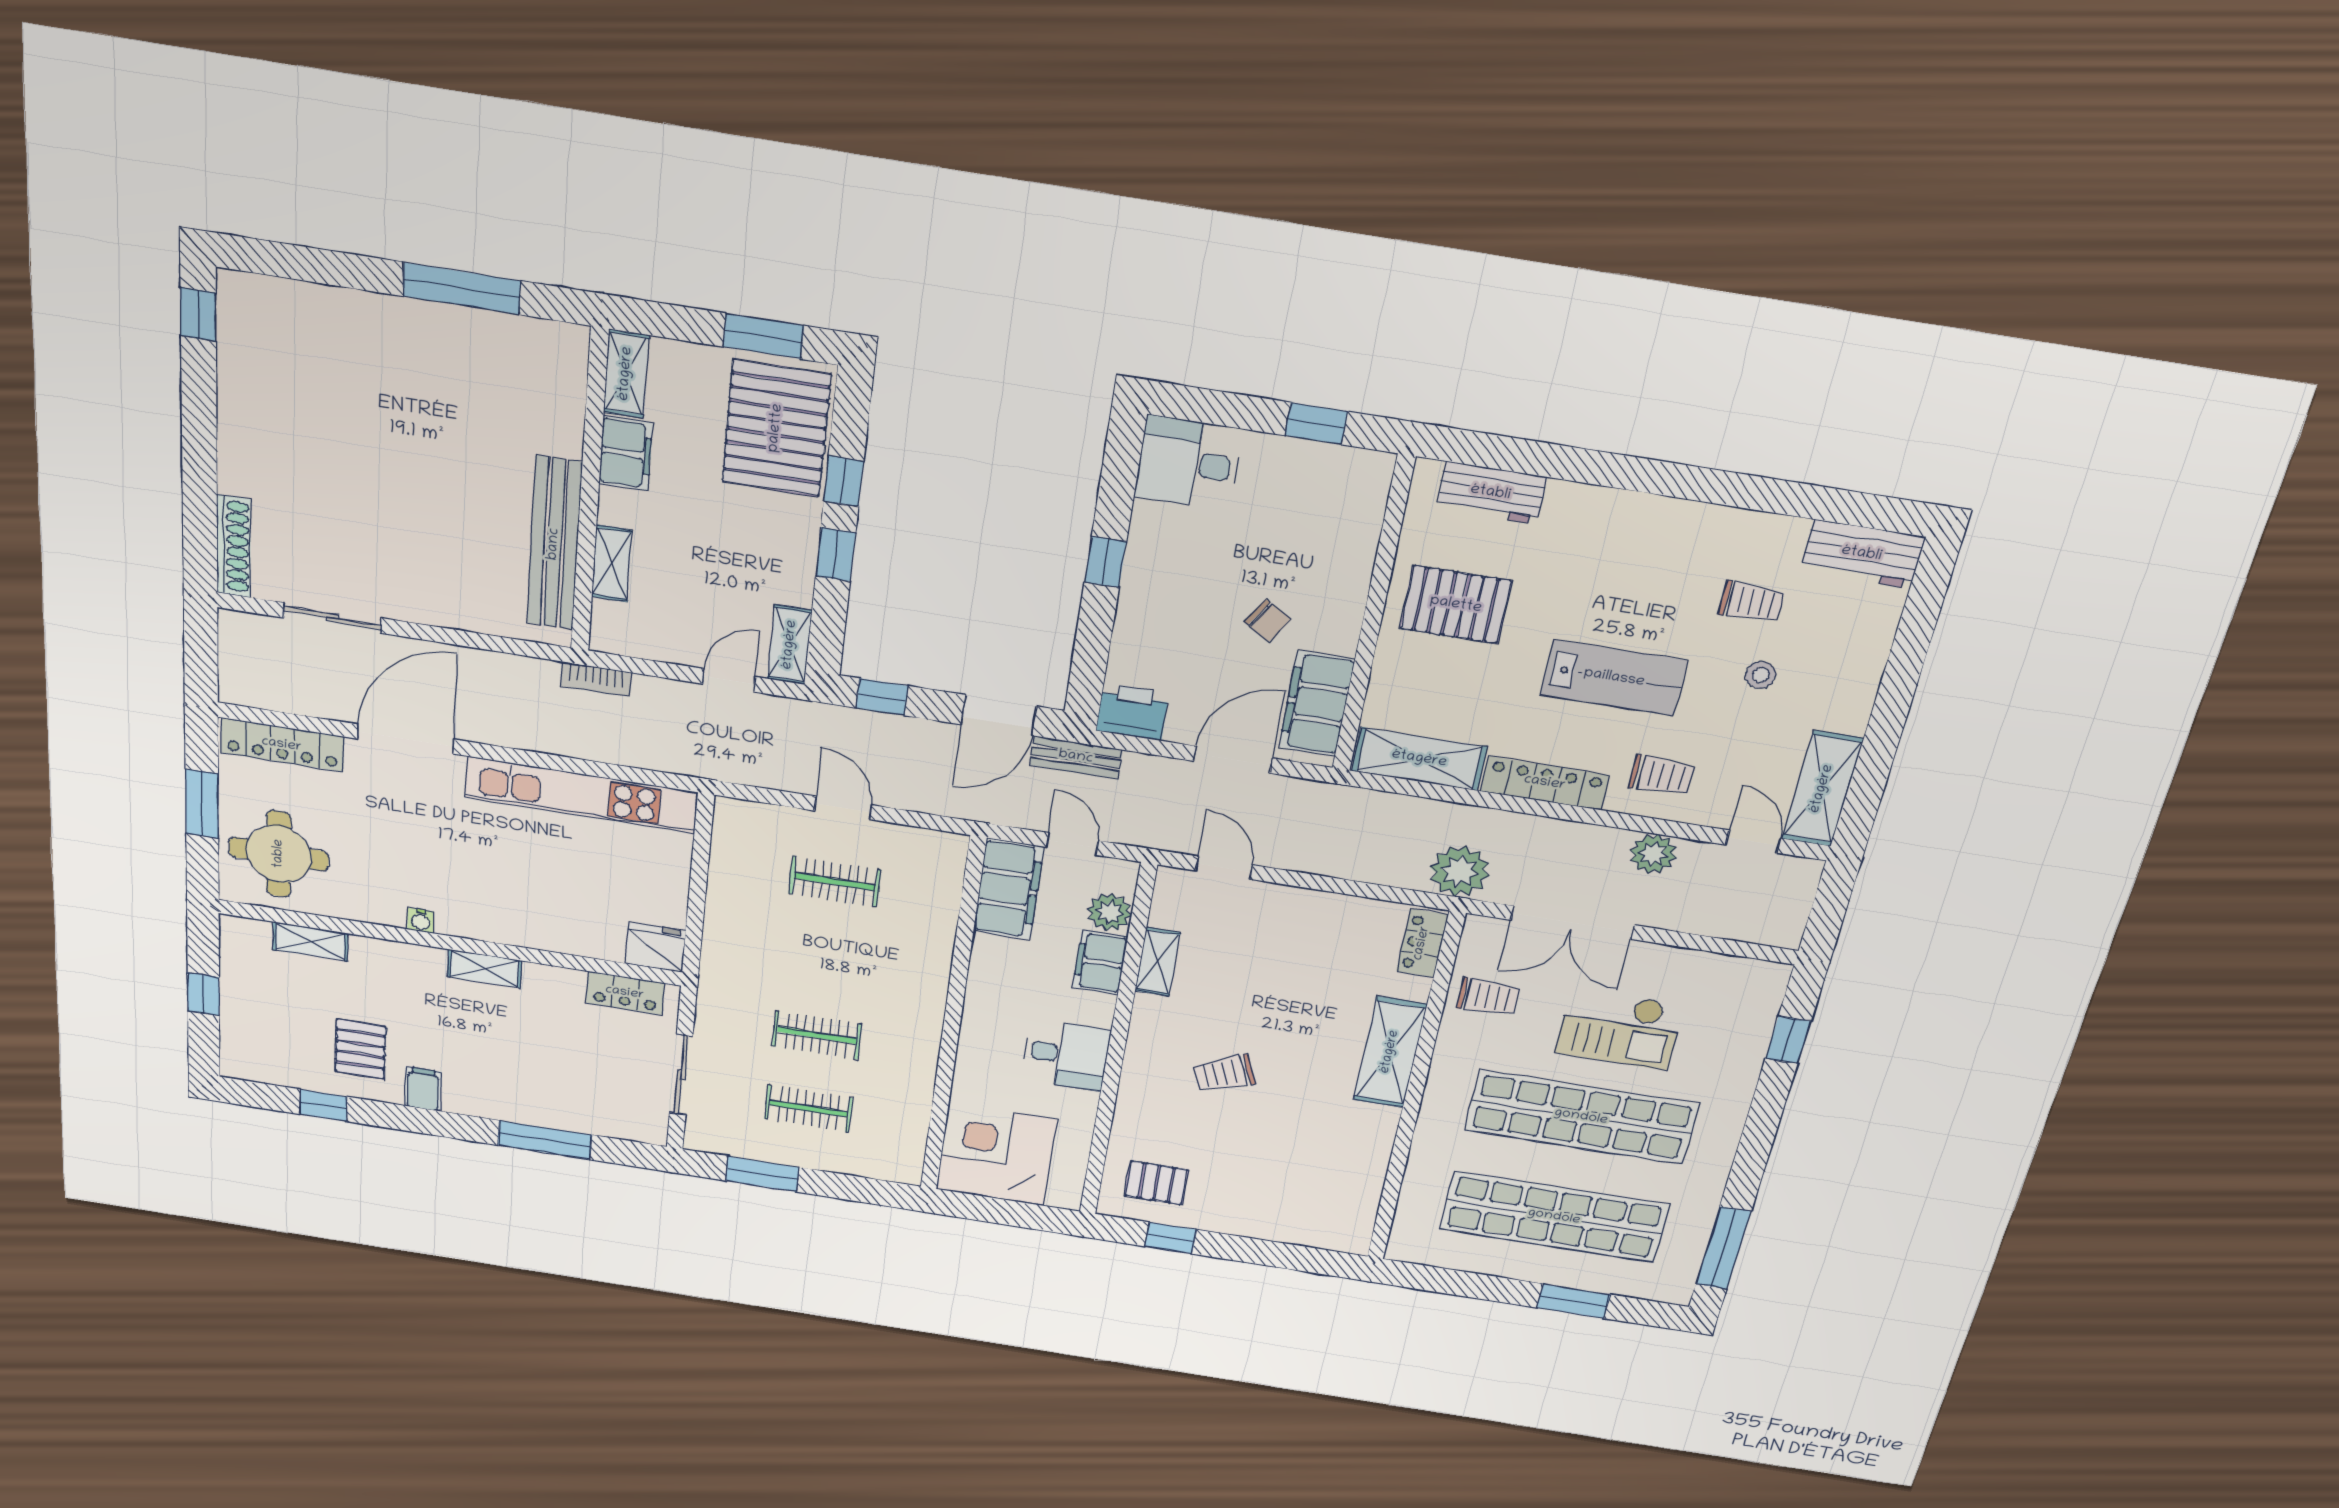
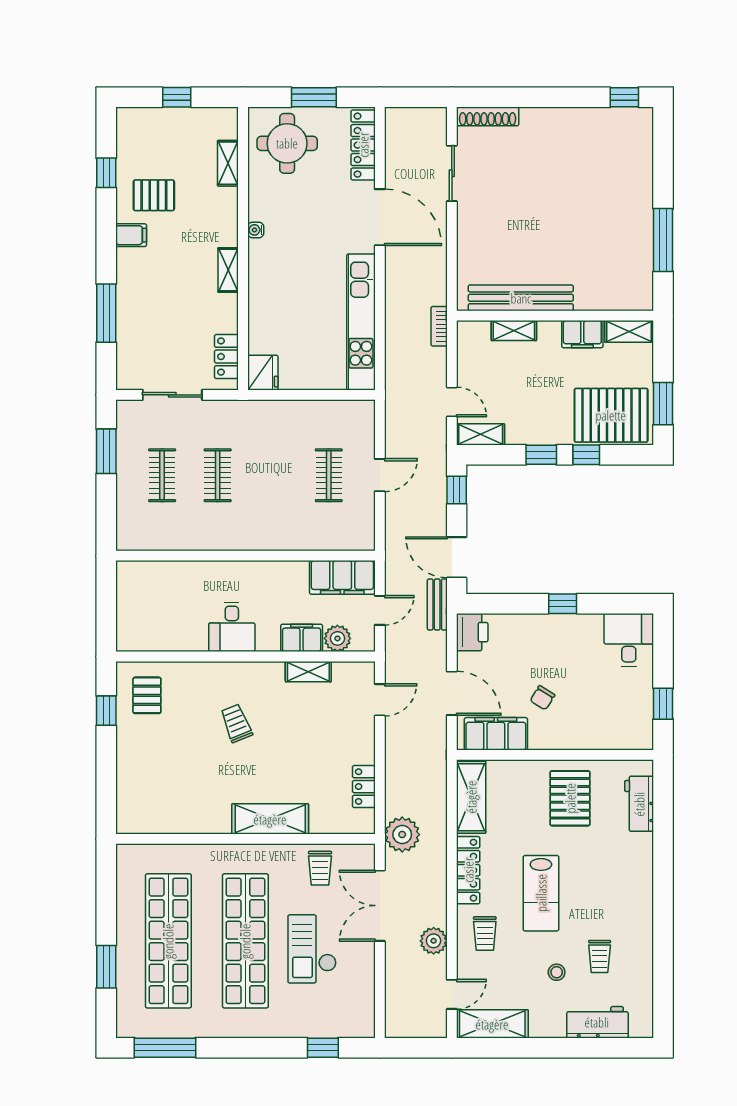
workbench: (1862, 554) -> (597, 1022), moved, turned 90
locker: (1422, 943) -> (364, 787), moved, turned -90
corner desk: (996, 1154) -> (150, 594), removed

